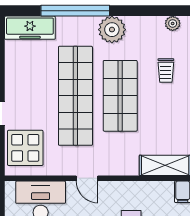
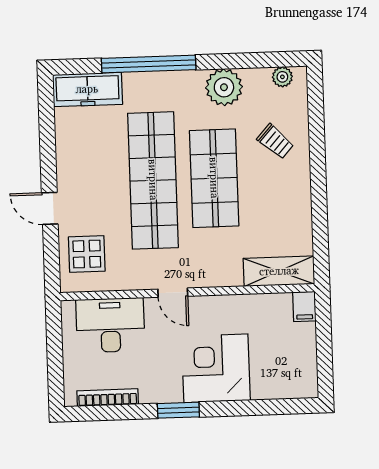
plant: (112, 30) -> (224, 87), moved
trolley: (166, 70) -> (275, 142), turned -48
display table: (25, 148) -> (87, 254), width x0.73, depth x0.73

